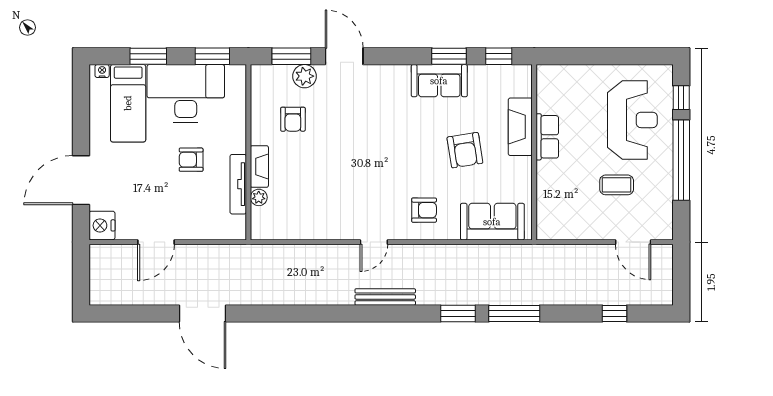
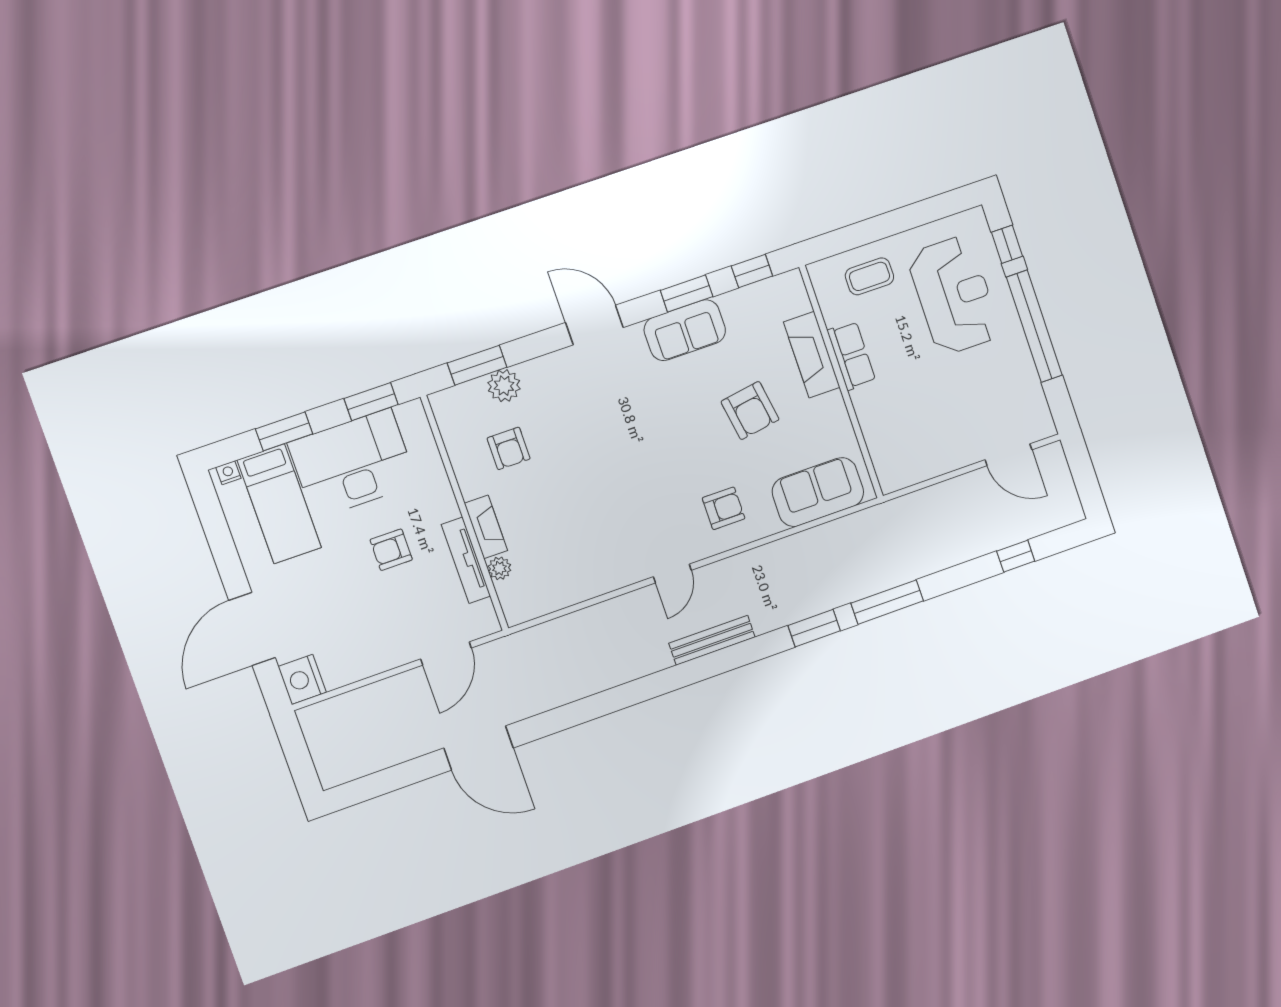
door: (344, 56) -> (594, 325), moved
coffee table: (617, 185) -> (869, 276), moved
door: (156, 242) -> (446, 653), moved

